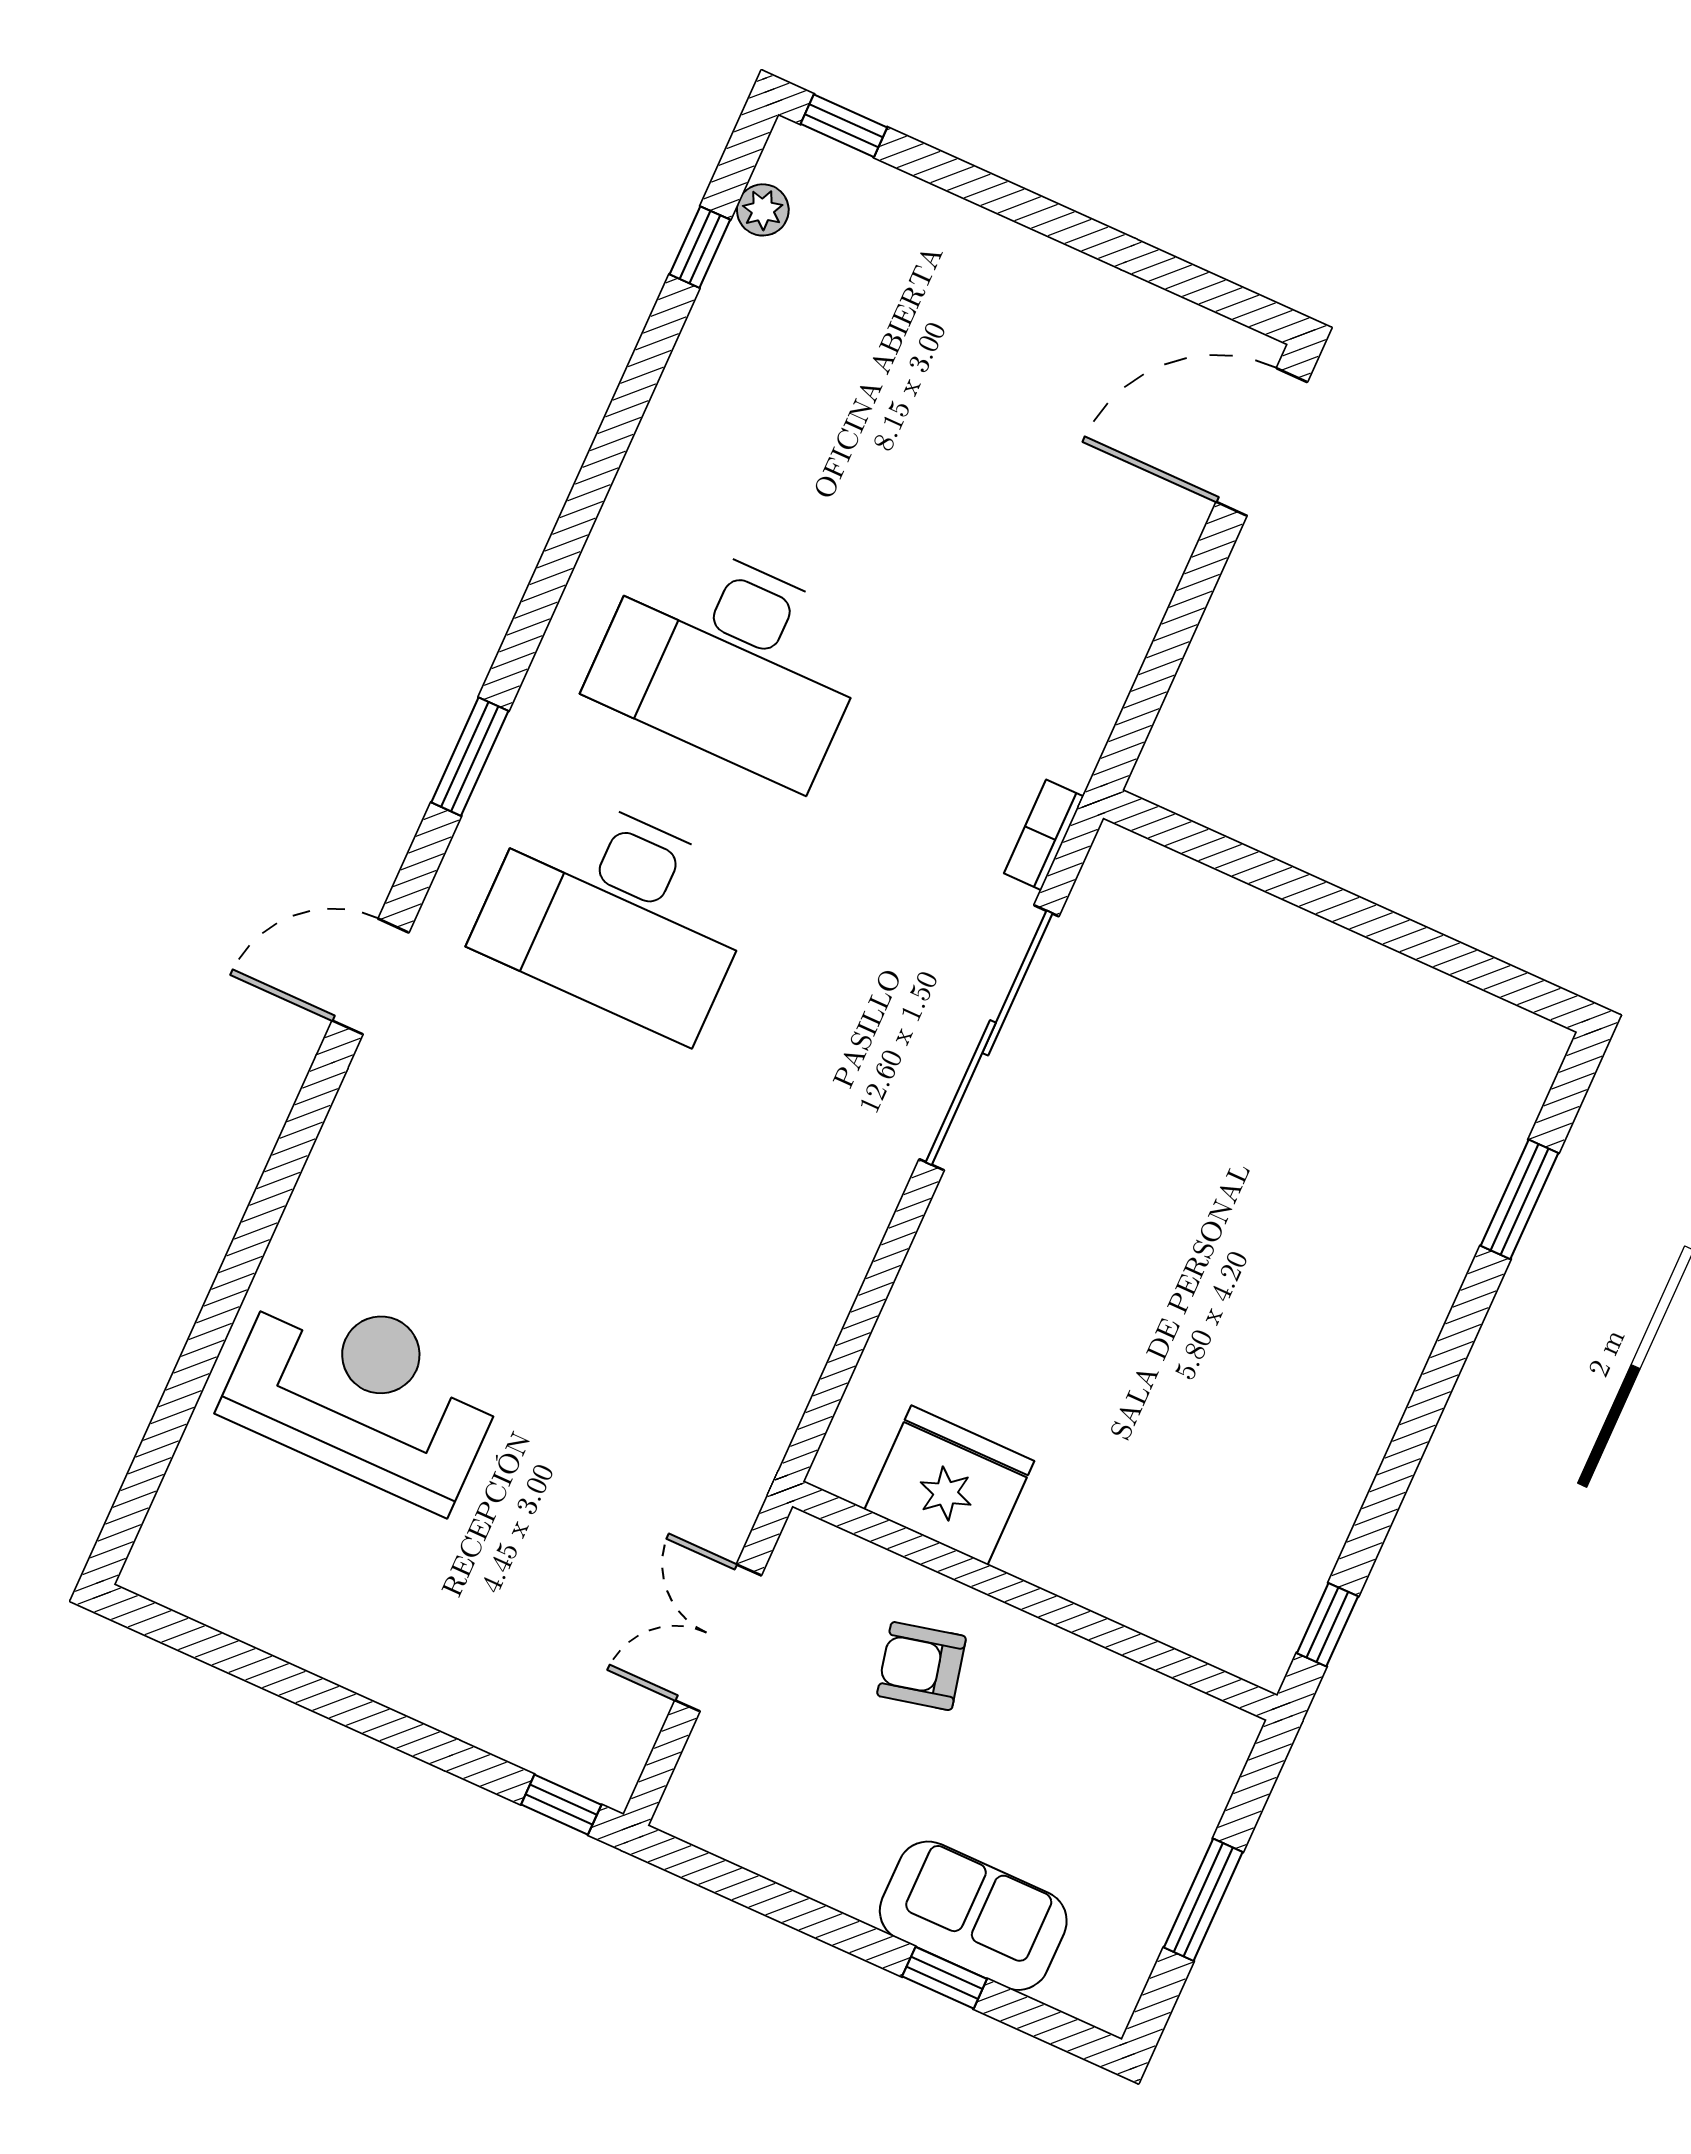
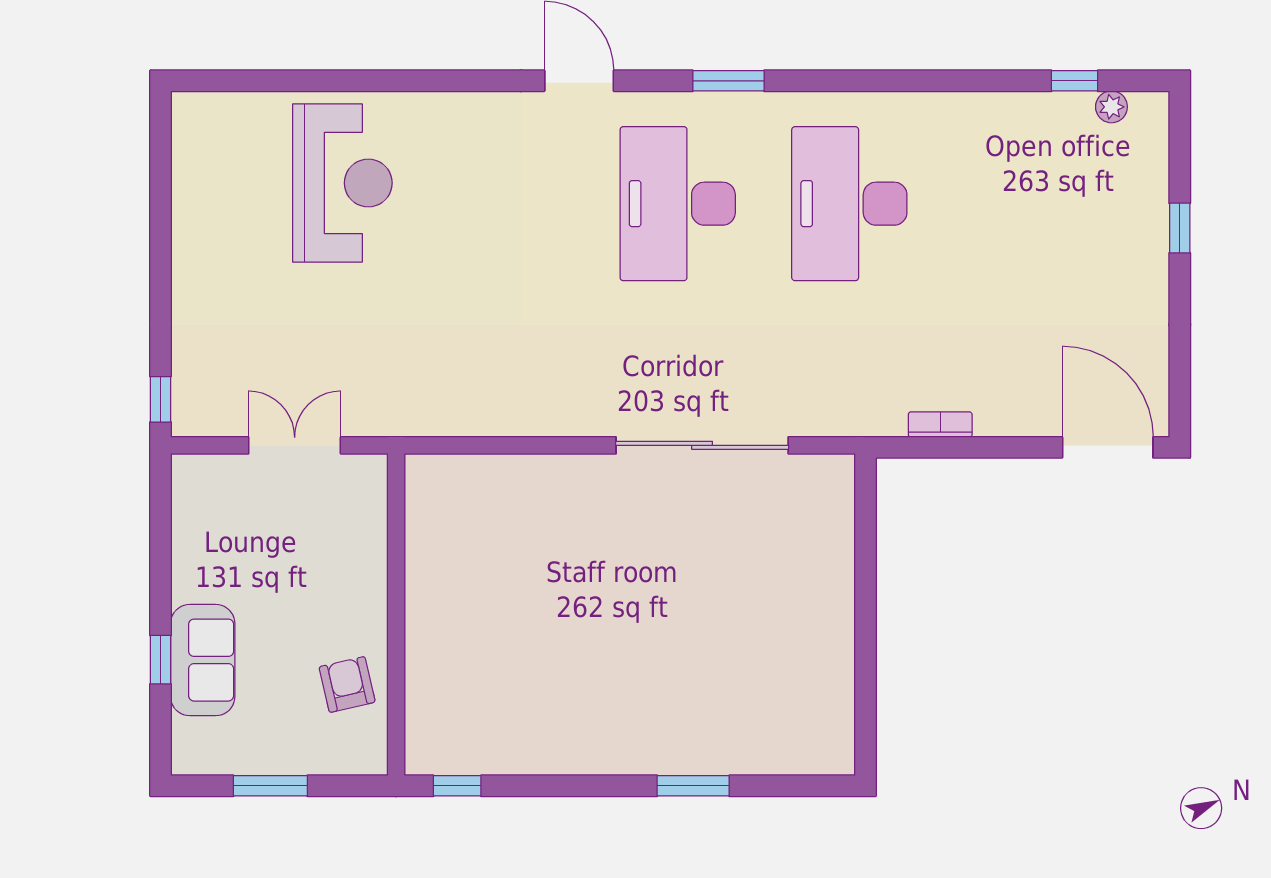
window: (844, 126) -> (1180, 228), moved
bookcase: (1044, 835) -> (940, 425), moved
window: (1520, 1199) -> (693, 786), moved
fridge: (949, 1485) -> (440, 537), removed
armchair: (922, 1666) -> (347, 684), moved

